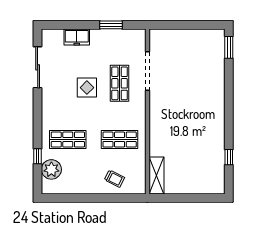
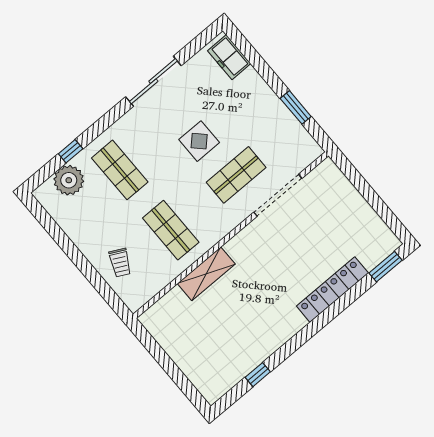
freezer: (77, 37) -> (229, 57), moved
sliding door: (38, 67) -> (153, 81), moved
locker: (218, 84) -> (332, 290), added
shelving: (156, 175) -> (206, 274), moved

